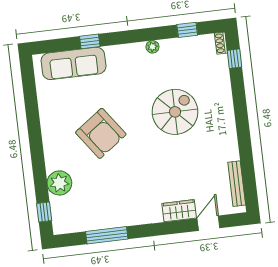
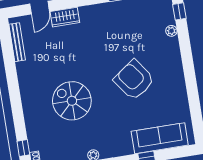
spiral stairs: (175, 112) -> (72, 101), turned 90
plant: (59, 183) -> (171, 31), width x0.53, depth x0.53

